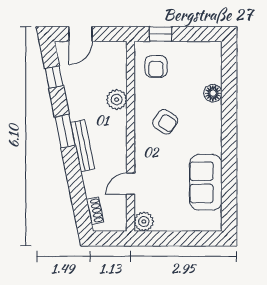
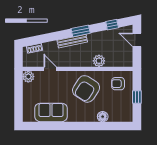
window: (161, 34) -> (137, 97), moved
armchair: (165, 122) -> (86, 89), width x1.88, depth x1.88

